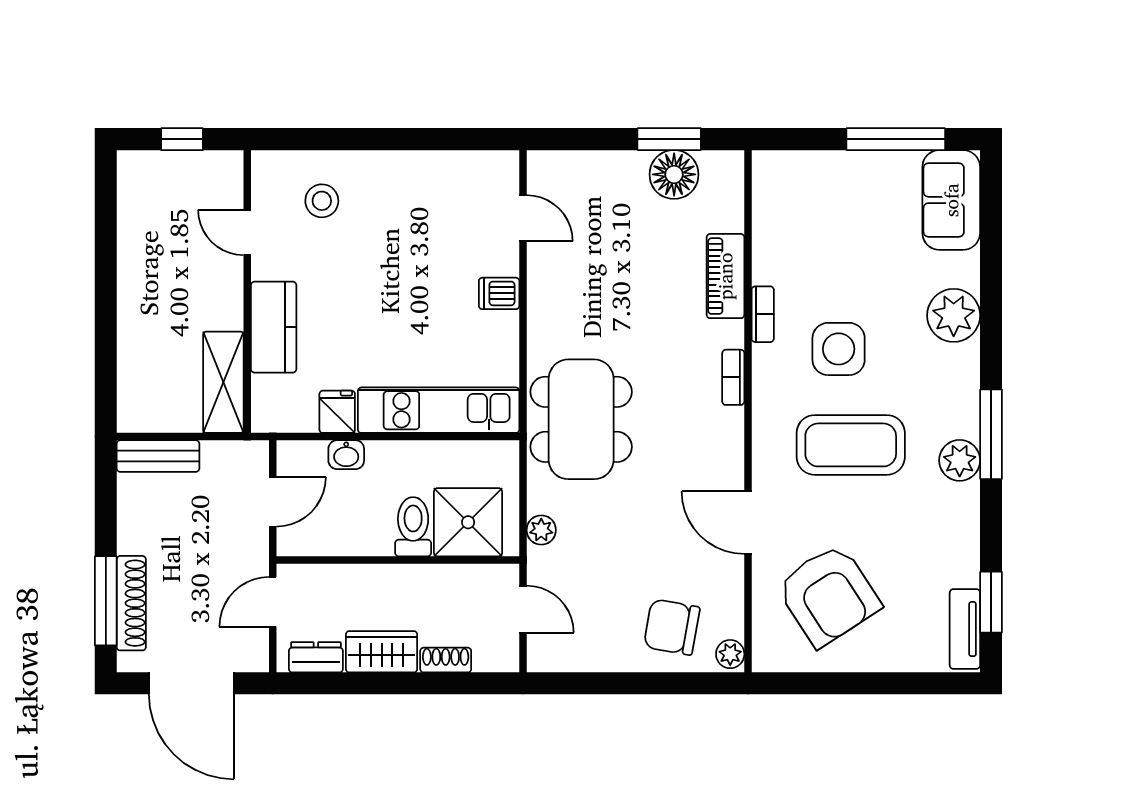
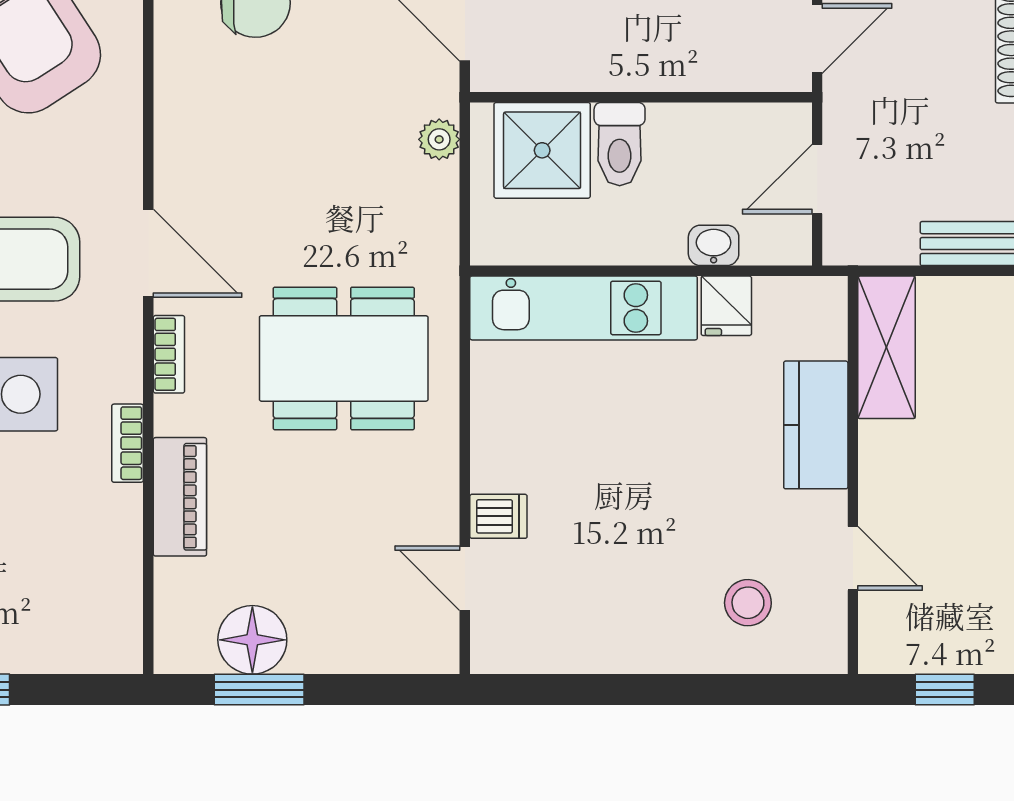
dishwasher: (499, 293) -> (498, 516), moved
dining table: (581, 419) -> (344, 358), moved, turned 90
door: (748, 523) -> (148, 253), moved

